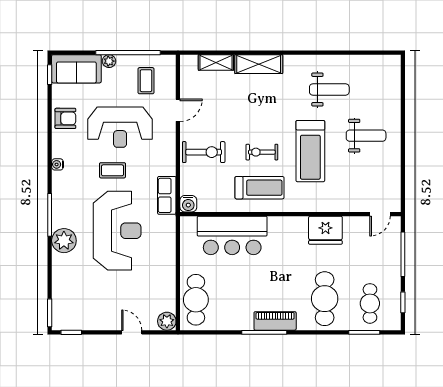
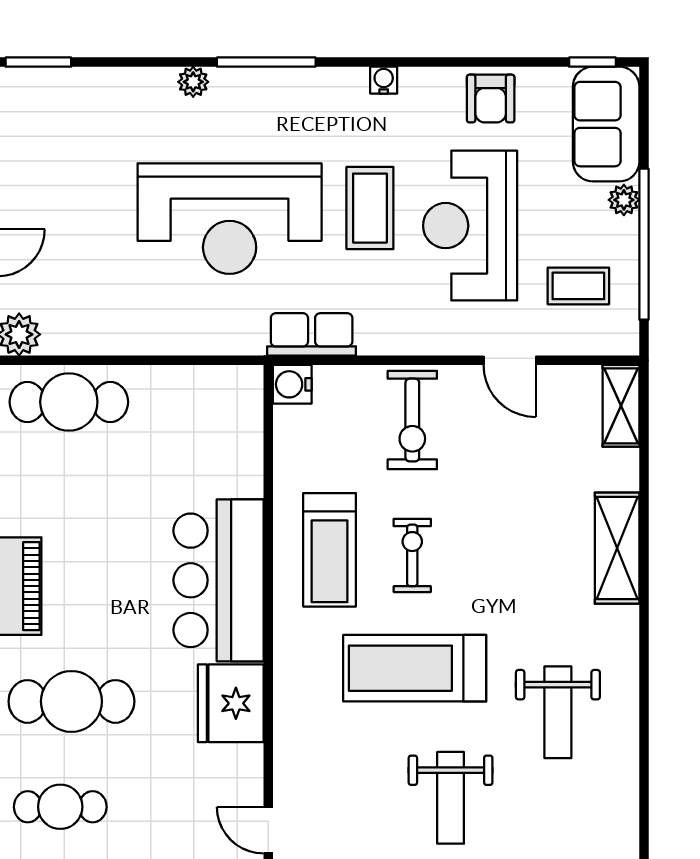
shelving: (216, 62) -> (621, 406), moved
coffee table: (112, 170) -> (370, 208), width x1.36, depth x1.30
bar counter: (232, 235) -> (219, 580), moved
plant: (64, 241) -> (193, 82), width x0.53, depth x0.53

